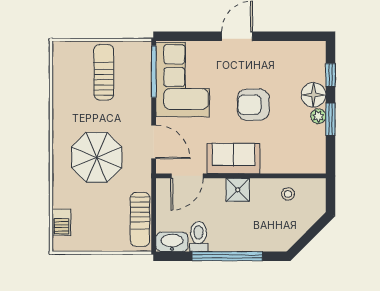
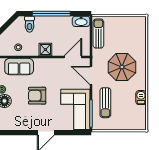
sun lounger: (104, 72) -> (105, 103), moved
armchair: (253, 105) -> (37, 96), turned 180
sofa: (234, 159) -> (19, 66), moved
barbecue: (61, 222) -> (141, 98), moved
toilet: (199, 237) -> (30, 24), moved

